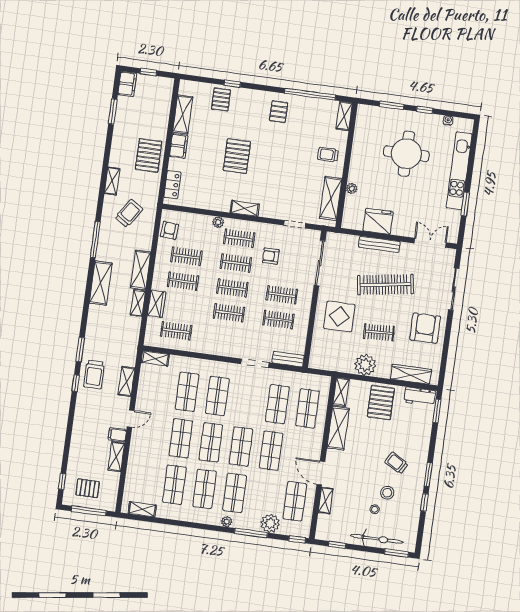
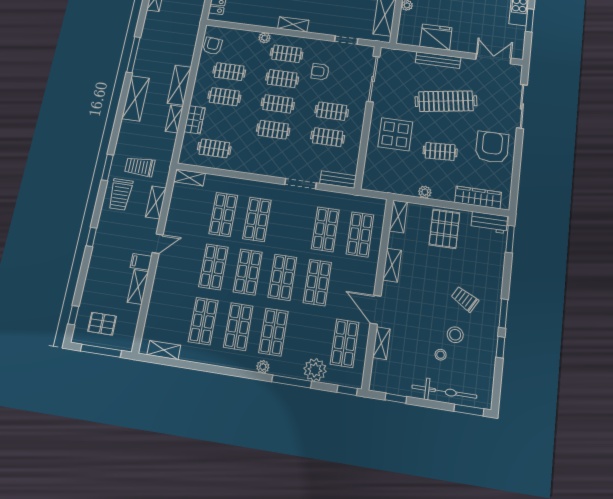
trolley: (129, 213) -> (140, 167), moved, turned -124
plant: (365, 365) -> (425, 192), width x0.53, depth x0.53
window: (76, 383) -> (91, 237), moved
shelving: (338, 428) -> (392, 265), width x0.67, depth x0.75

